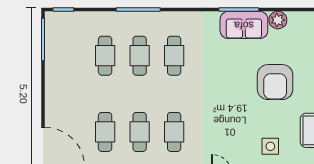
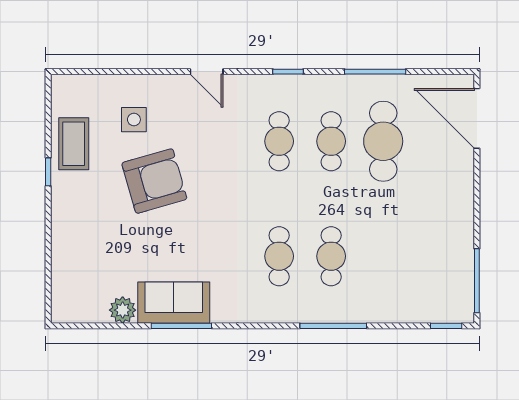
cafe table: (105, 56) -> (383, 256), removed
armchair: (275, 82) -> (154, 181), moved, turned 74
cafe table: (105, 132) -> (383, 141), width x1.37, depth x1.35

